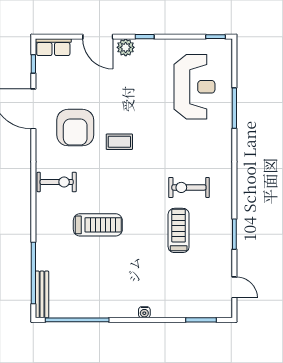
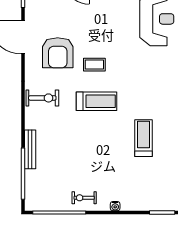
exercise bike: (189, 187) -> (84, 198), moved, width x0.73, depth x0.72
treadmill: (98, 225) -> (97, 101), moved
bench: (42, 294) -> (30, 149), moved

